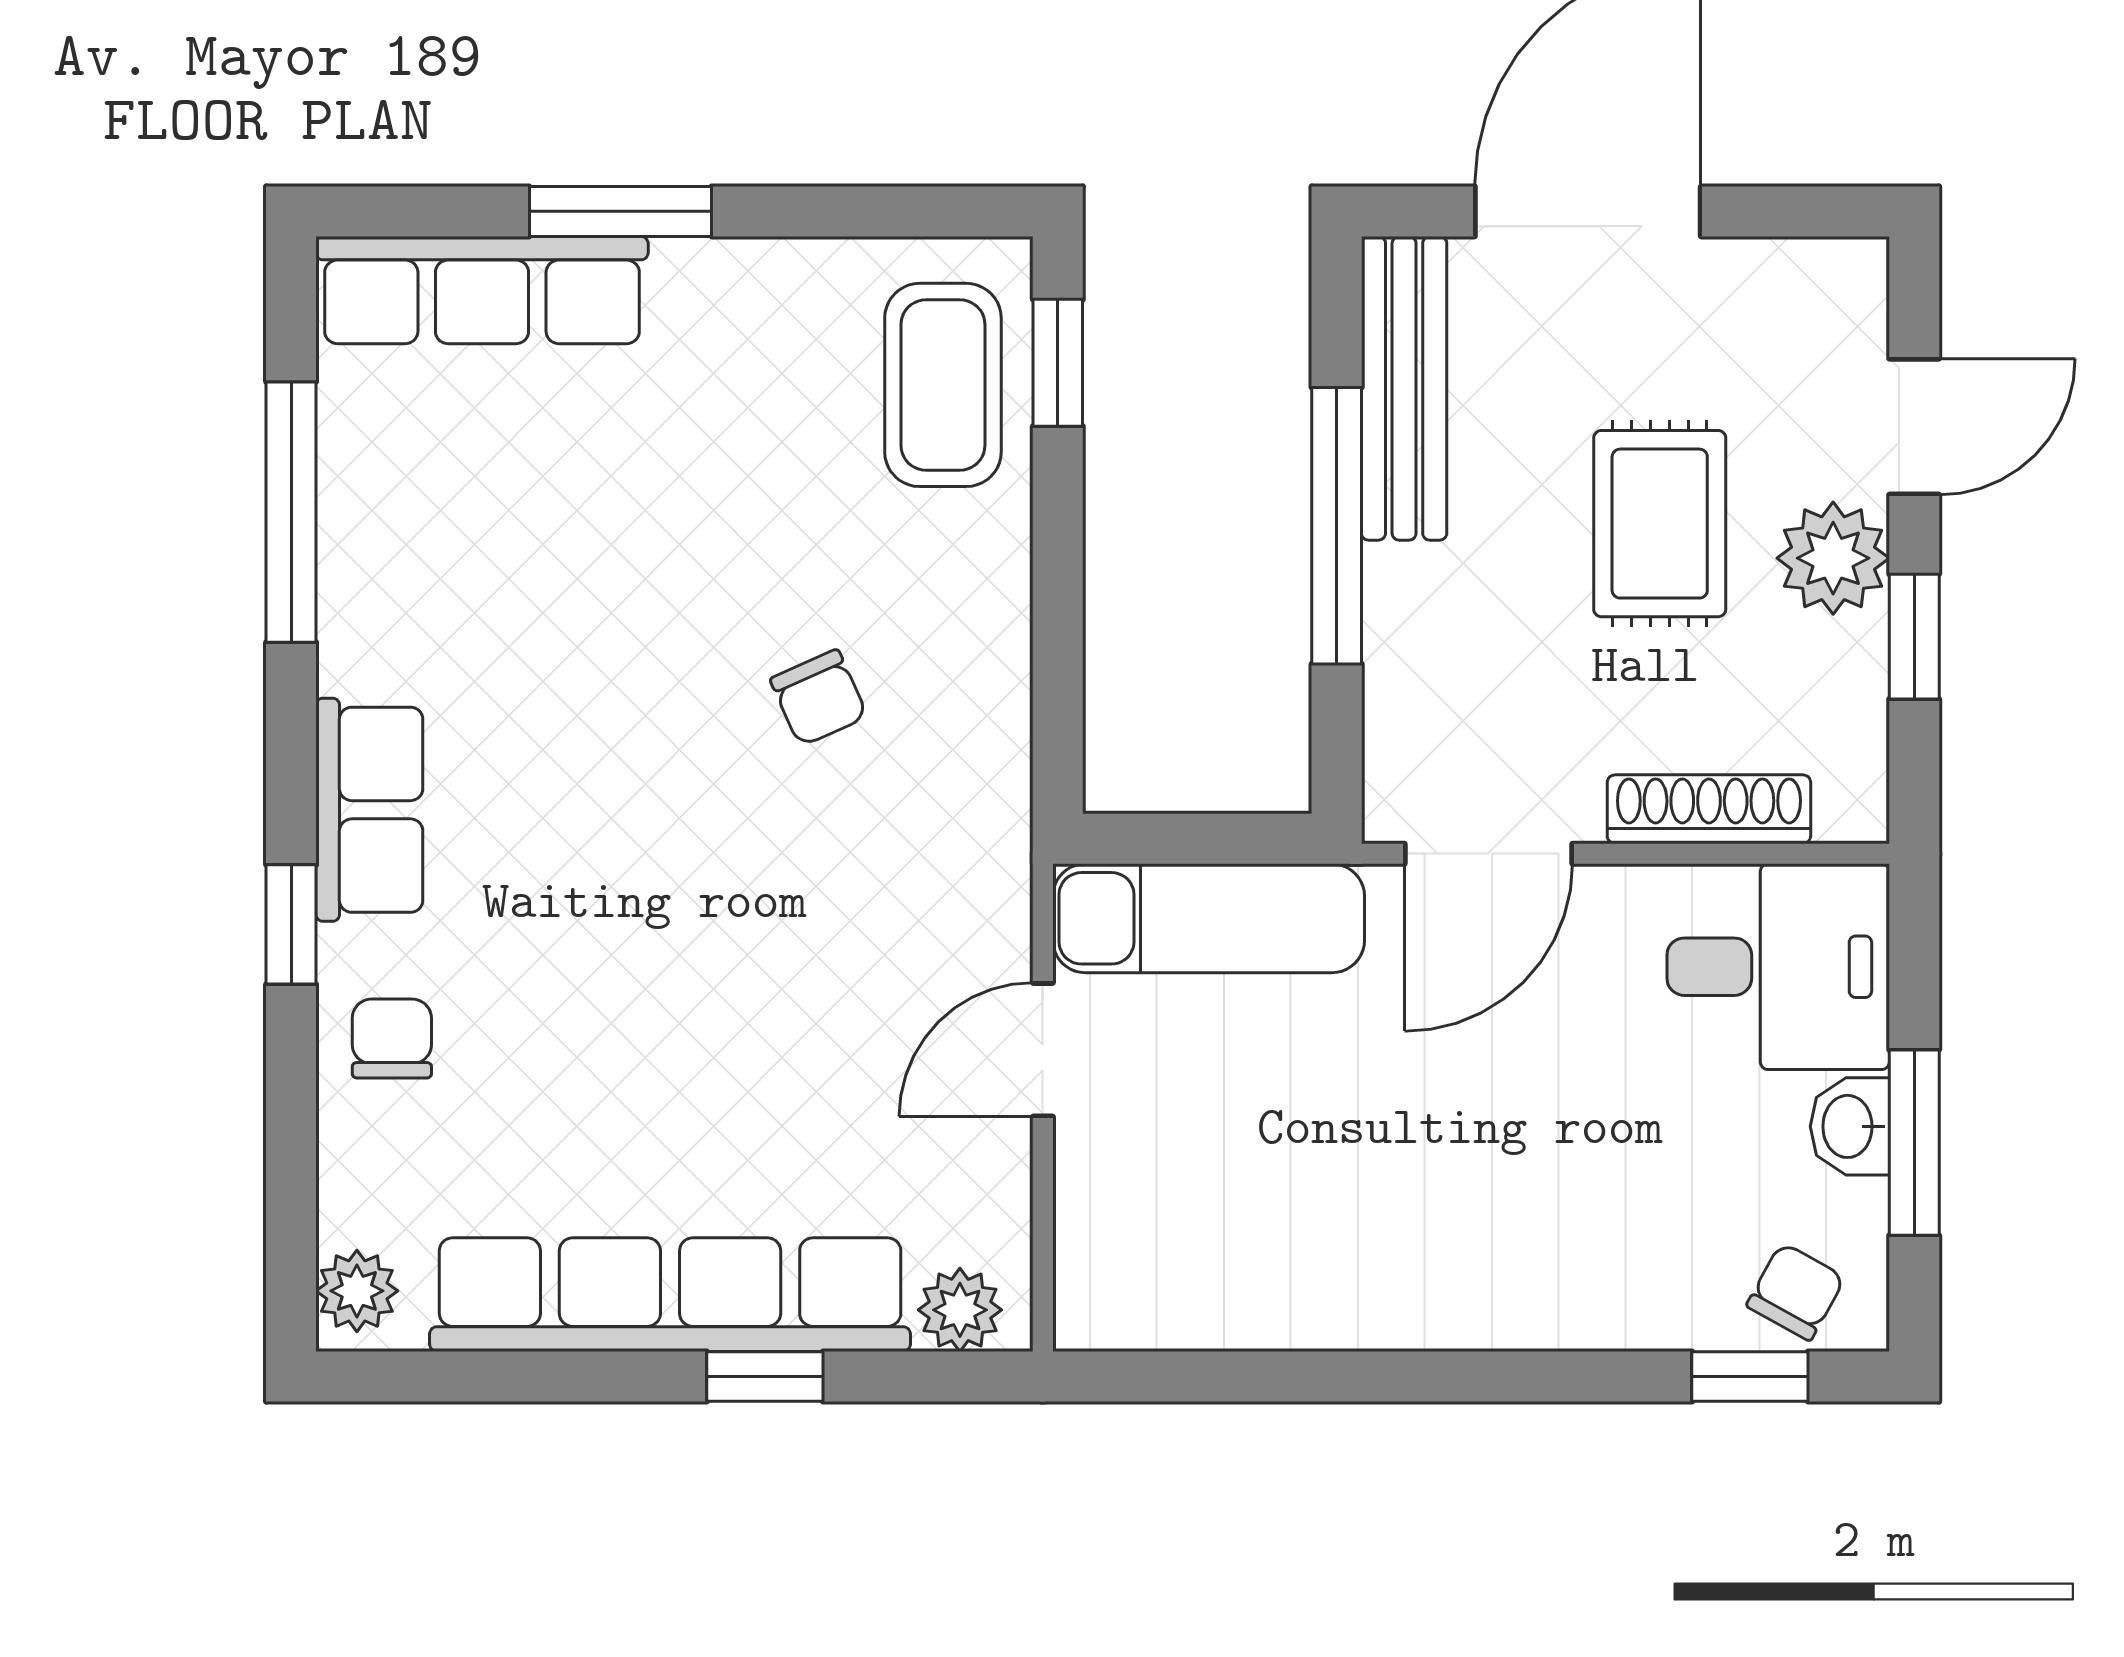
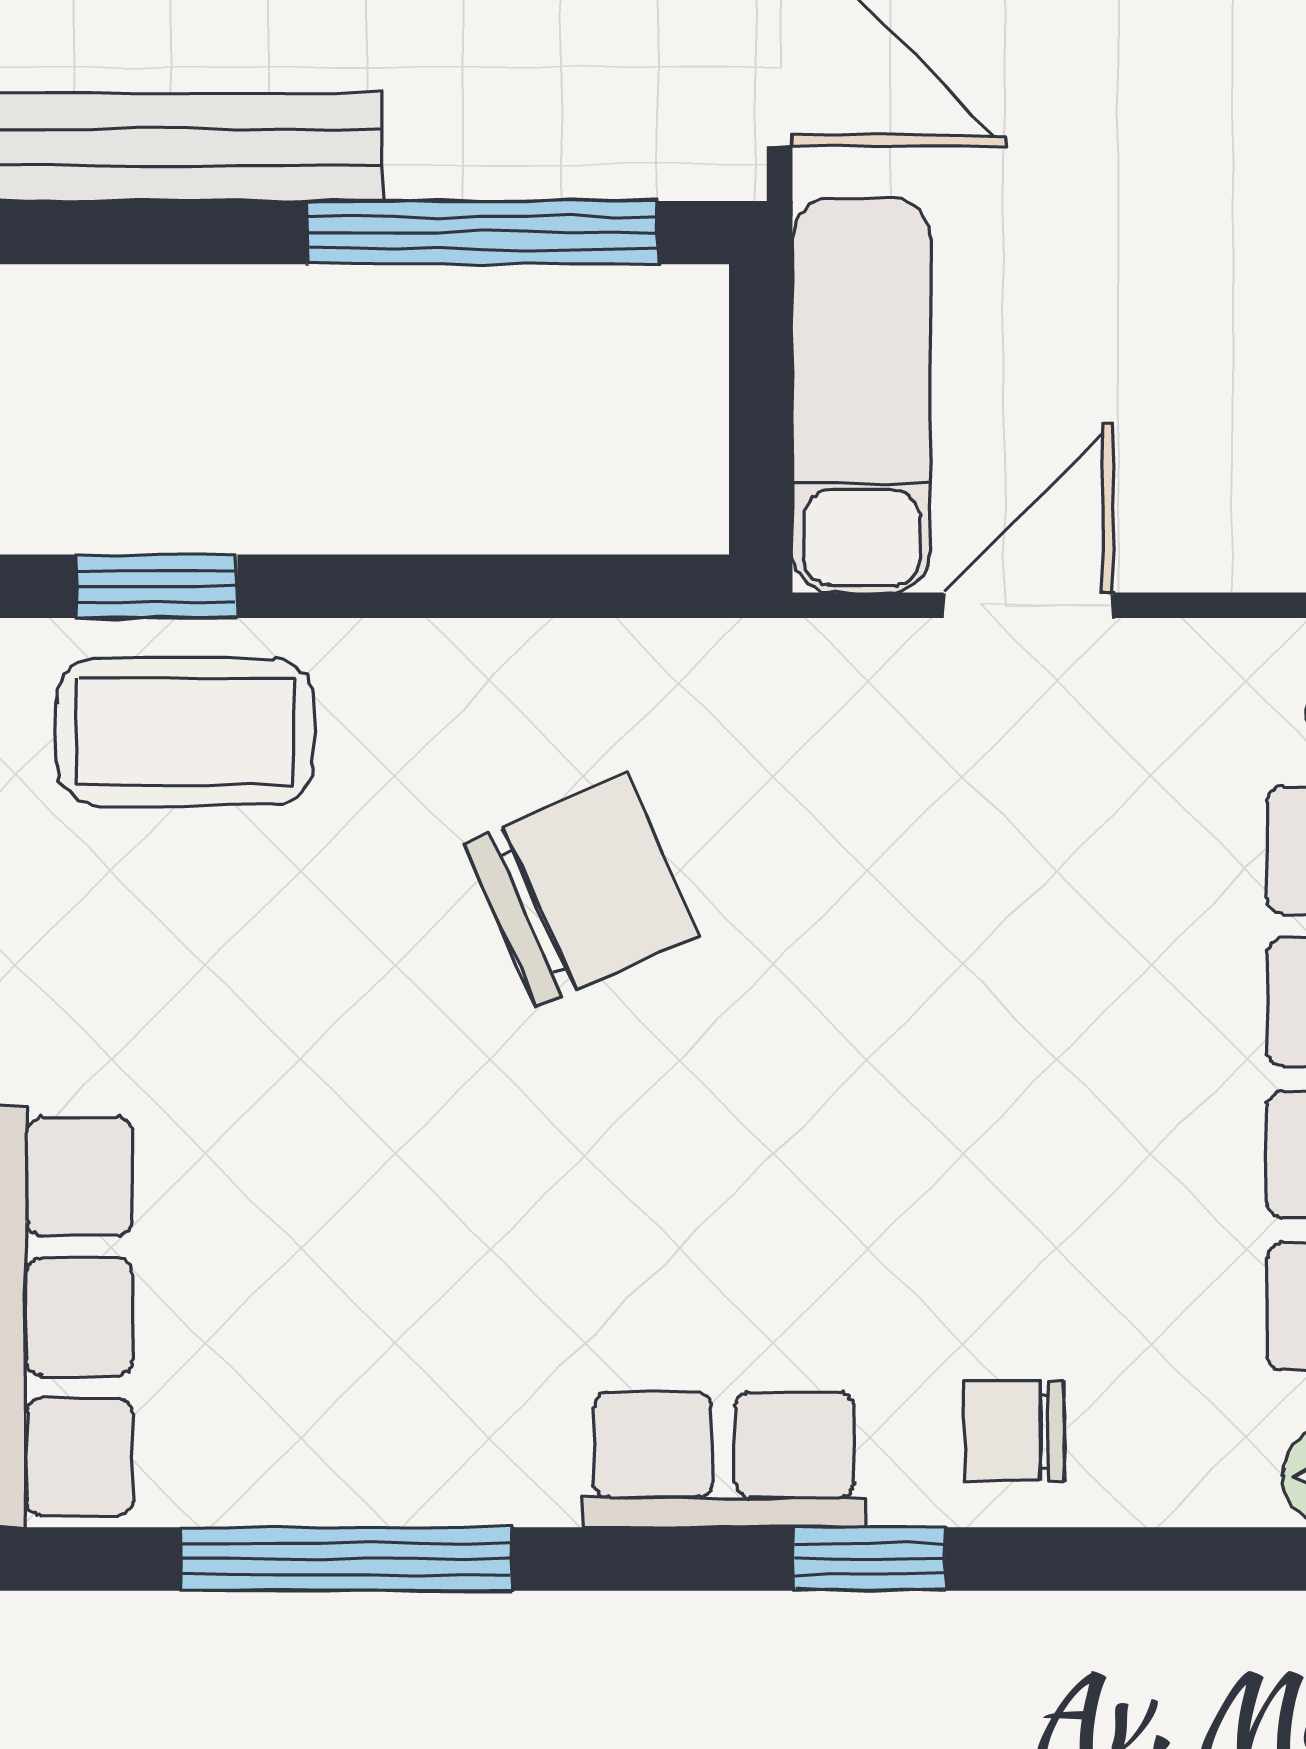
window: (1337, 526) -> (482, 233), moved
chair: (819, 698) -> (582, 890), width x1.87, depth x1.87
door: (1043, 1050) -> (1028, 605), swing flipped

